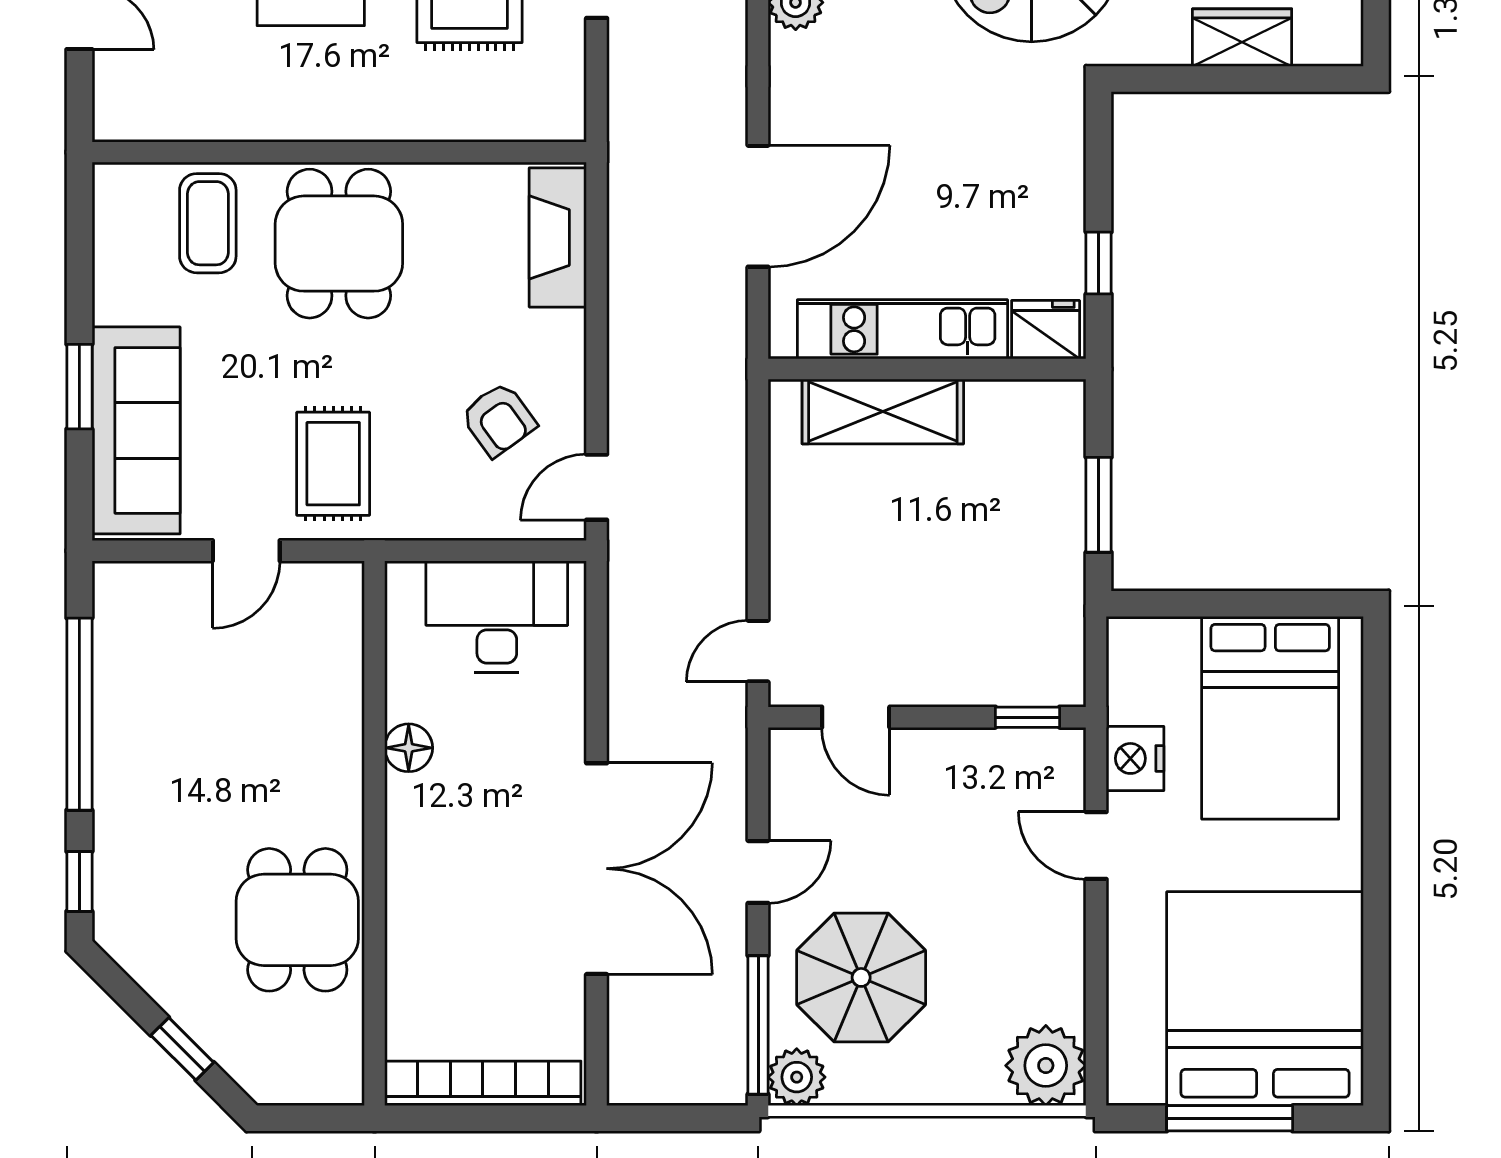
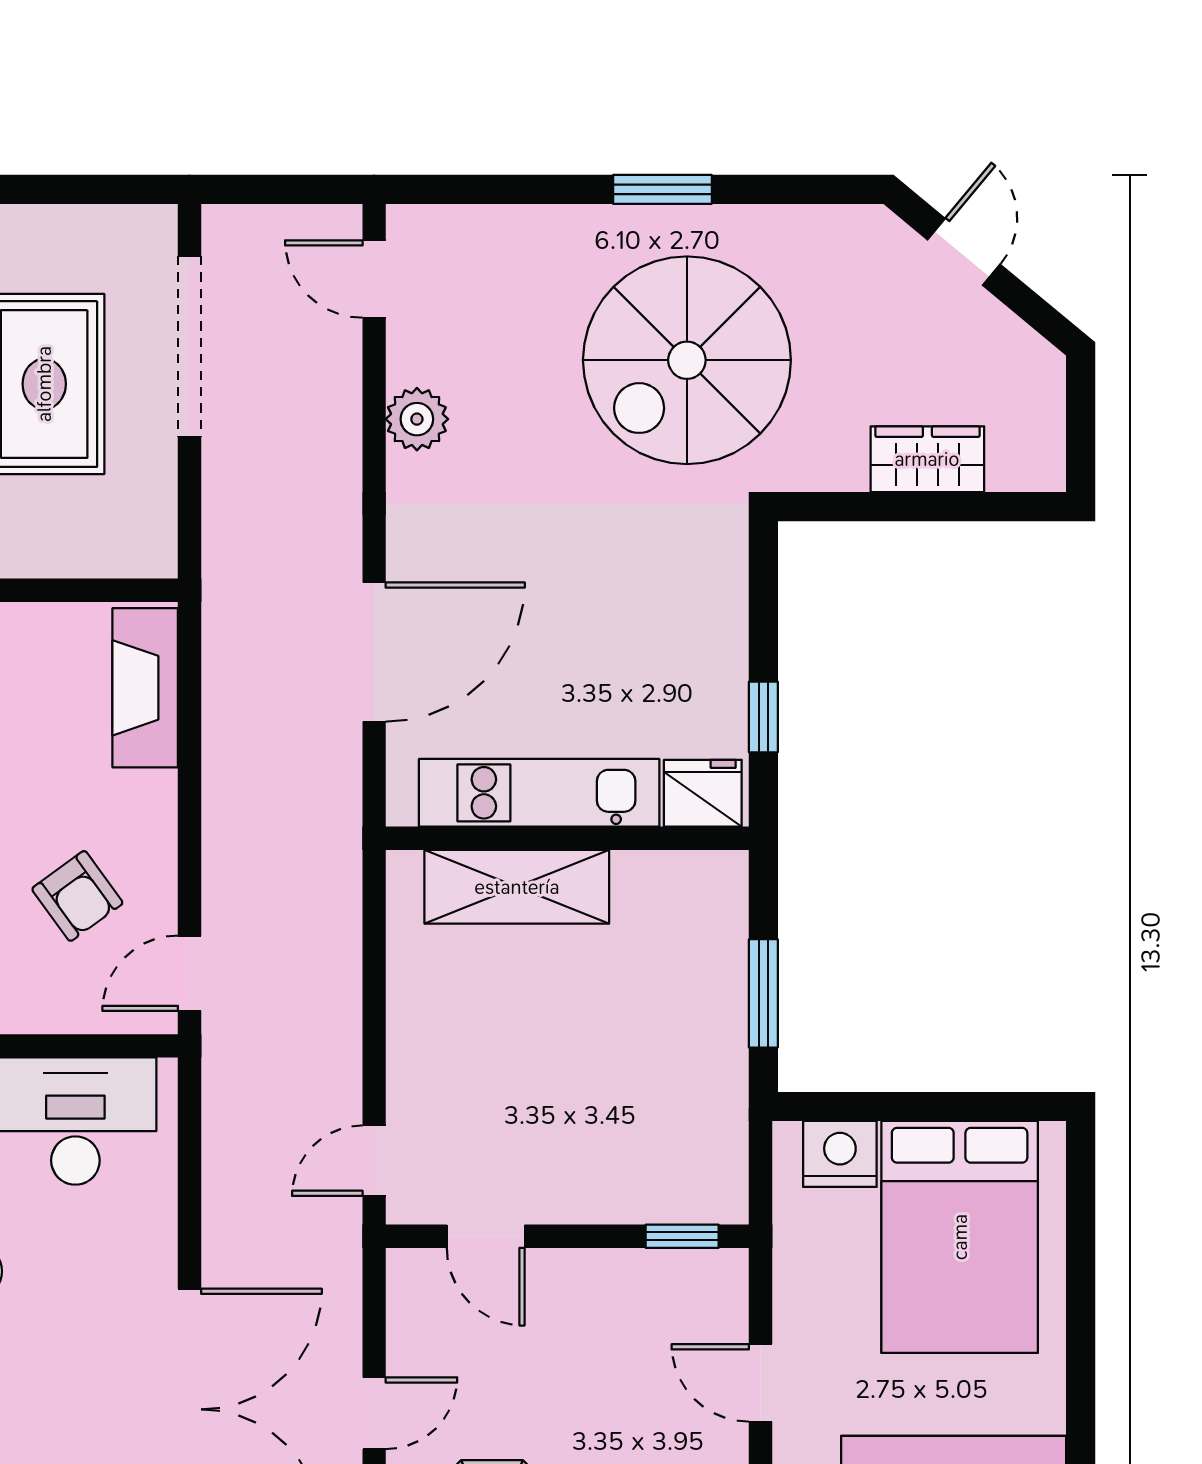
nightstand: (1135, 758) -> (840, 1154), moved, turned 90

